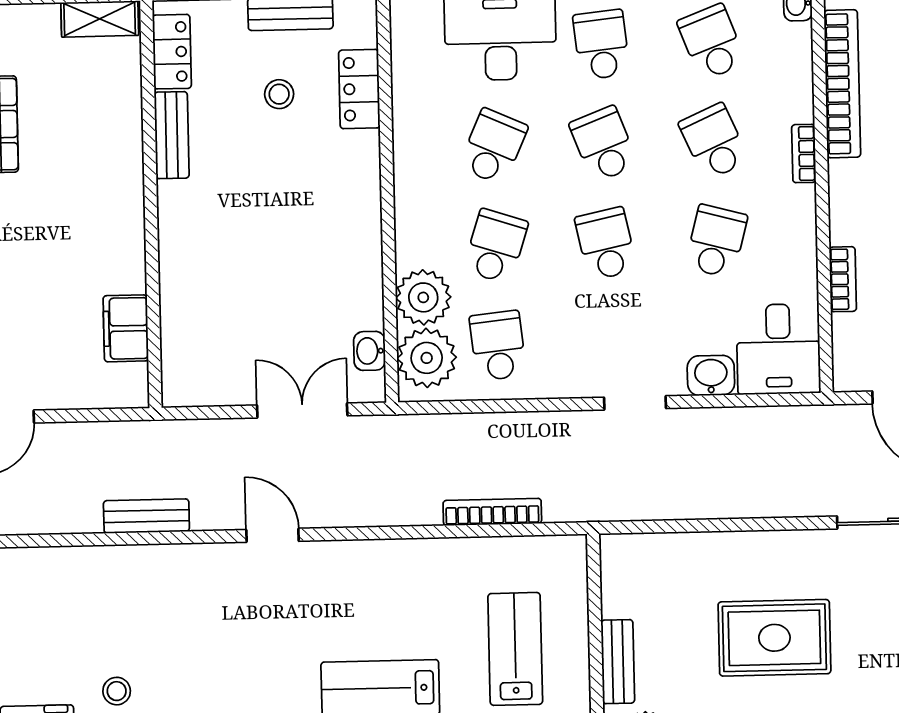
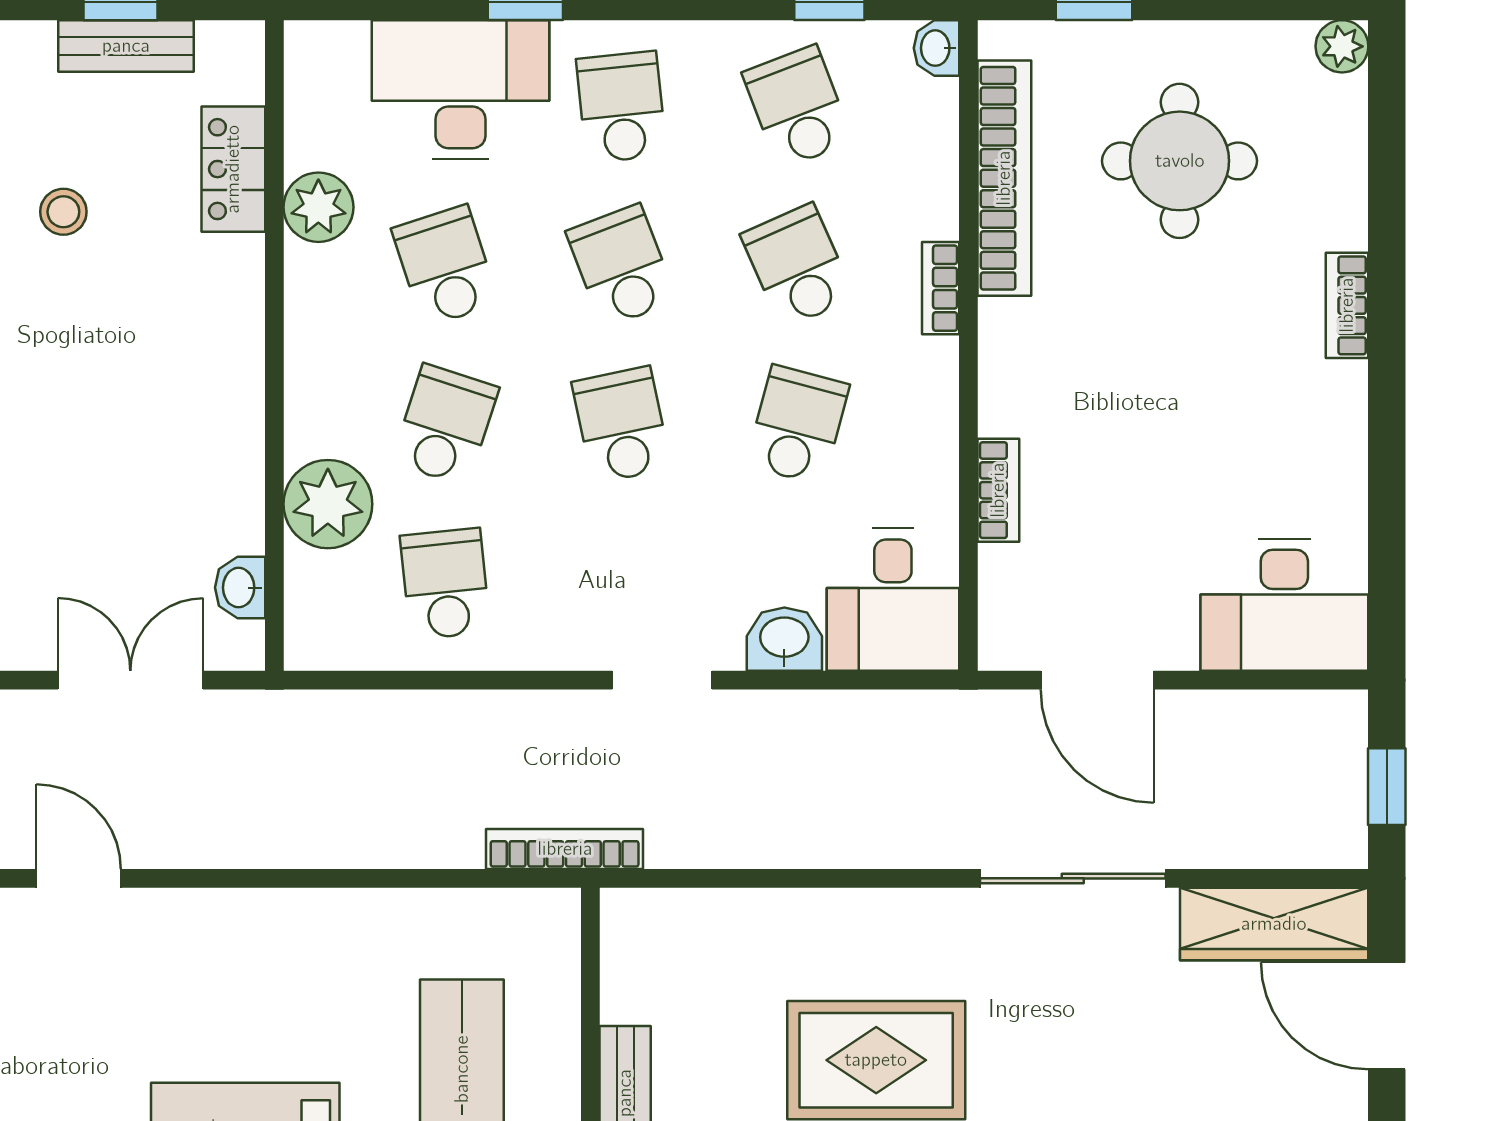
stool: (279, 94) -> (63, 212), moved
school desk: (493, 147) -> (445, 266), turned -42
plant: (427, 358) -> (318, 207), moved, width x0.73, depth x0.73
bookcase: (492, 512) -> (565, 849), moved

